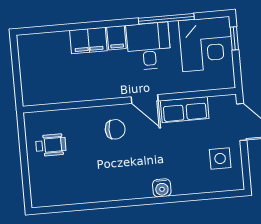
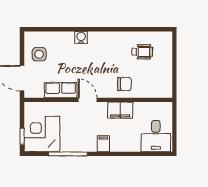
filing cabinet: (88, 41) -> (120, 110), moved, turned 180
desk: (149, 46) -> (156, 136), moved
chair: (115, 129) -> (124, 84), moved, turned 180
wheelchair: (51, 145) -> (142, 52), moved, turned 180

